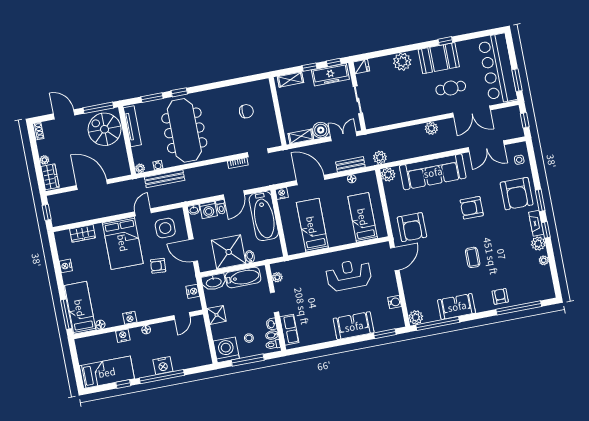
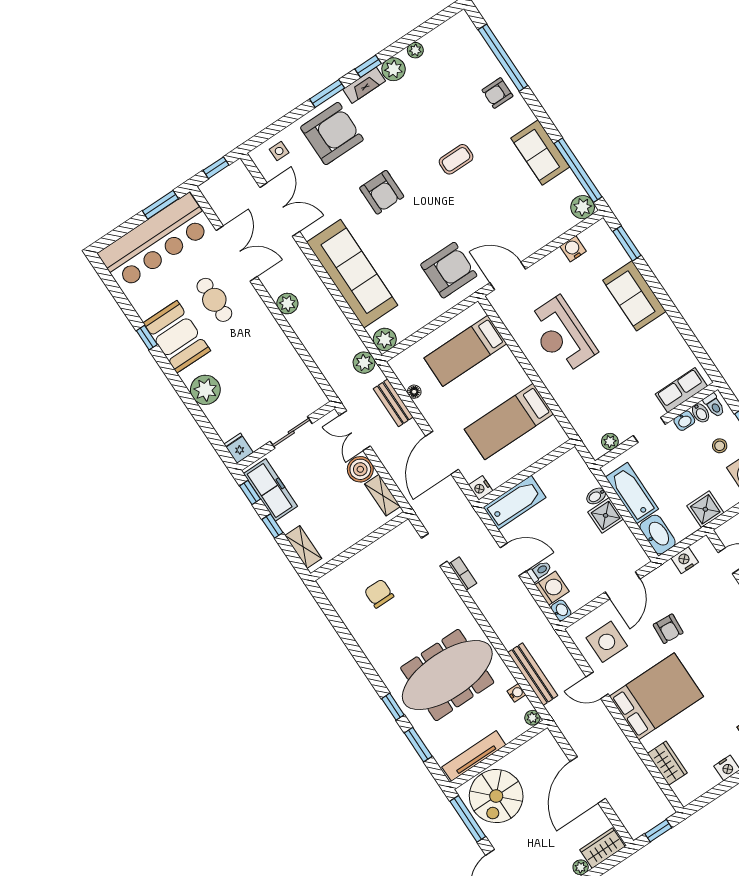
bathtub: (264, 216) -> (515, 502), width x0.73, depth x0.73
shower: (229, 252) -> (606, 515), width x0.54, depth x0.54

